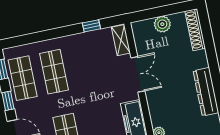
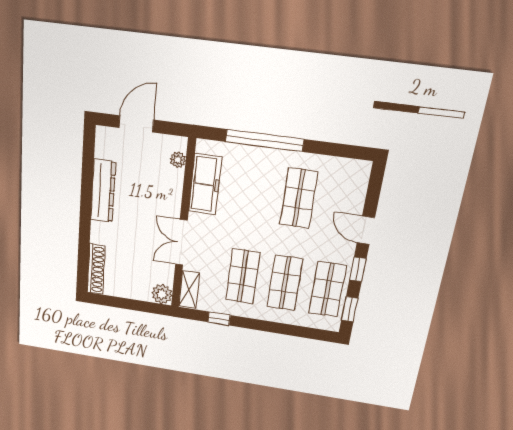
plant: (162, 24) -> (162, 294), moved
shop shelf: (85, 65) -> (243, 276), added

